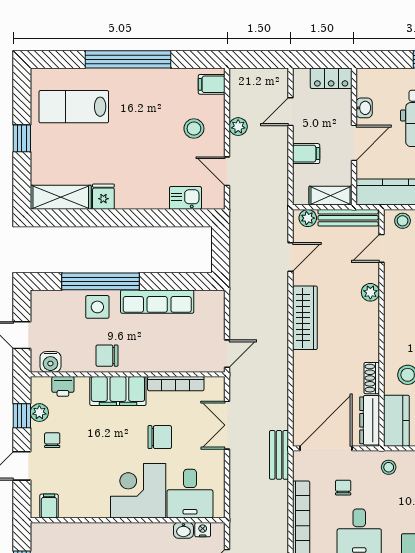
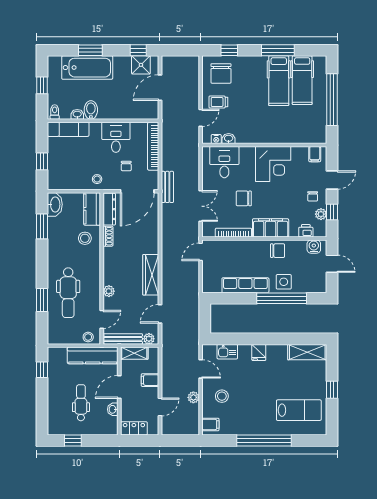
fridge: (103, 197) -> (259, 352), moved
corner desk: (138, 491) -> (273, 164), moved

